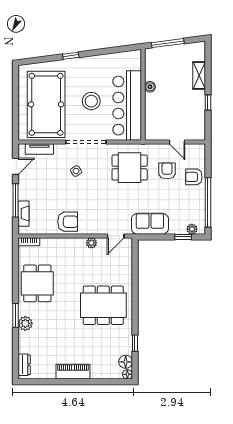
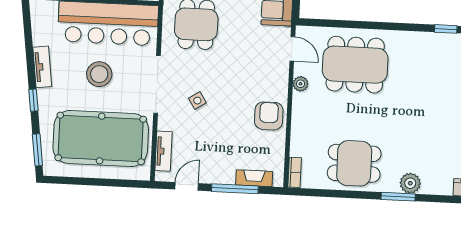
window: (36, 60) -> (37, 150), added
tv unit: (94, 61) -> (42, 67), added
door: (15, 166) -> (187, 186), hinge flipped
dining table: (103, 305) -> (355, 65), moved, turned 90

